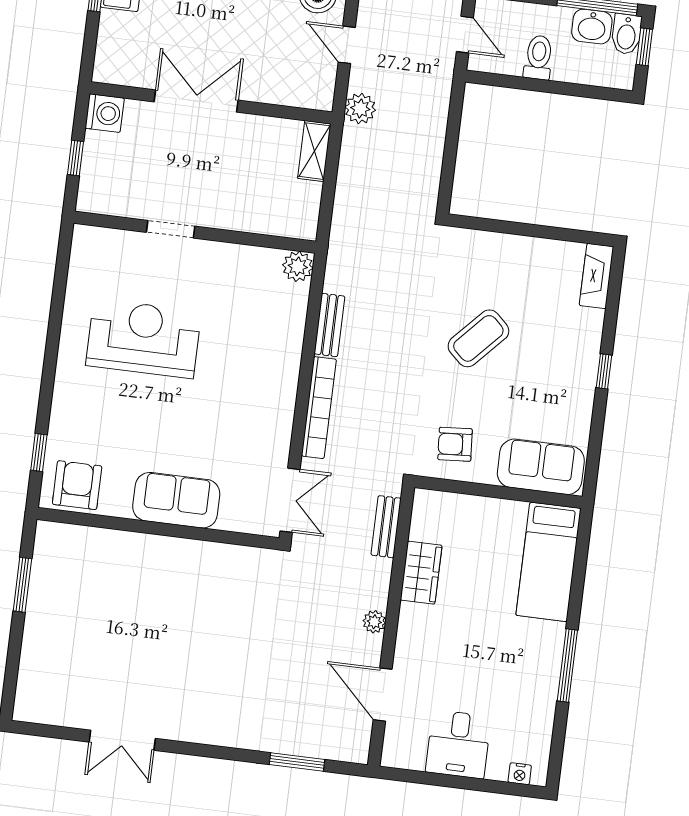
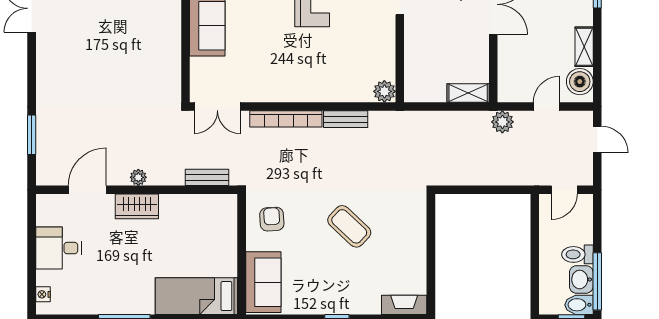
toilet: (538, 57) -> (577, 254), moved, turned 180
wardrobe: (421, 573) -> (137, 206), moved

